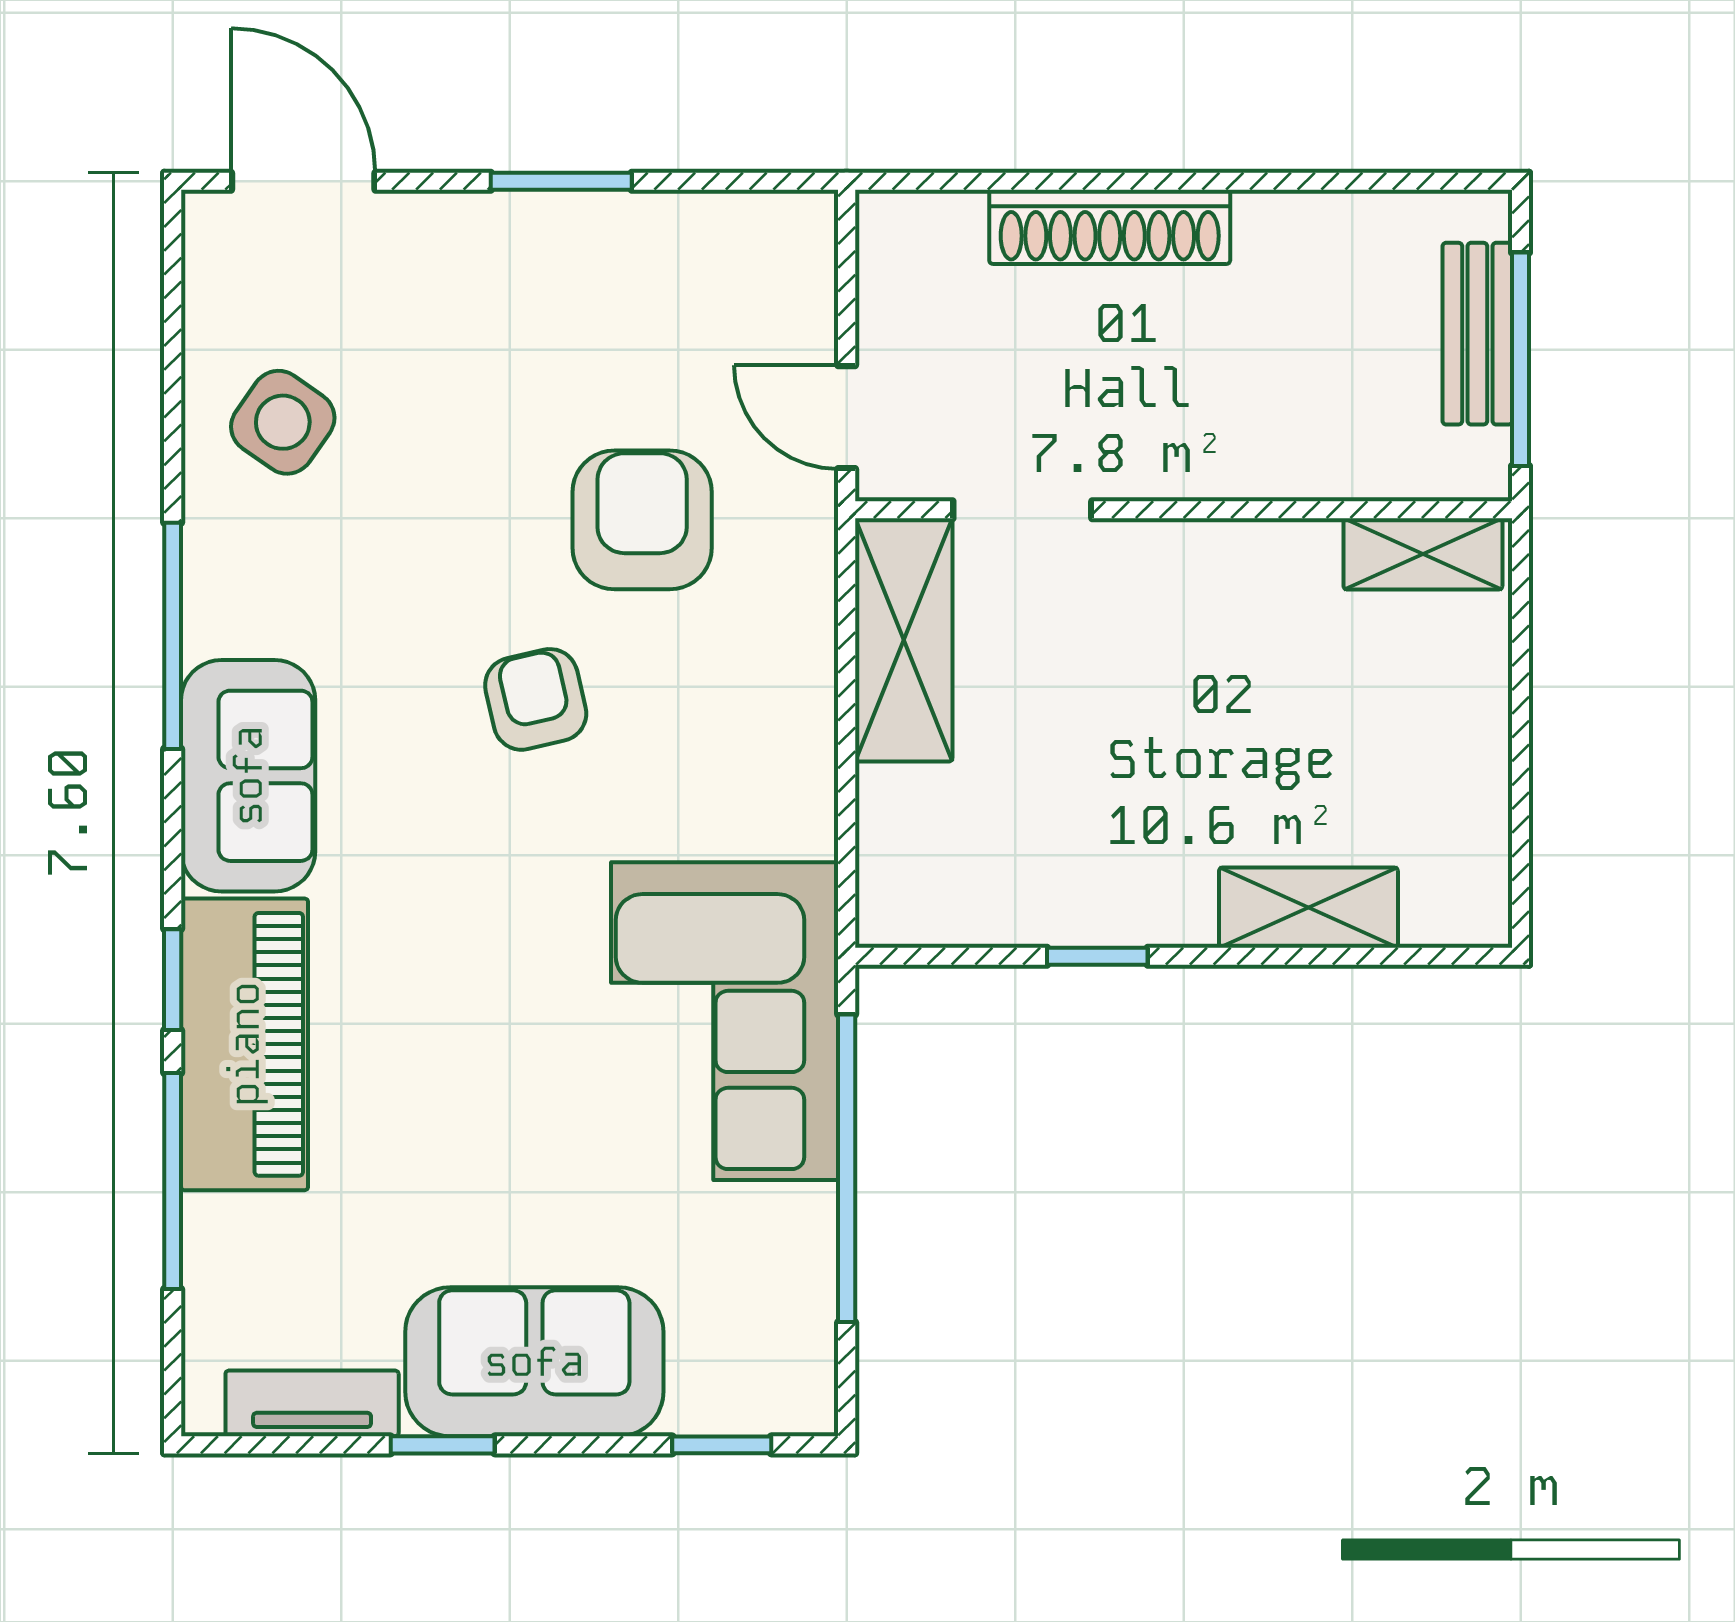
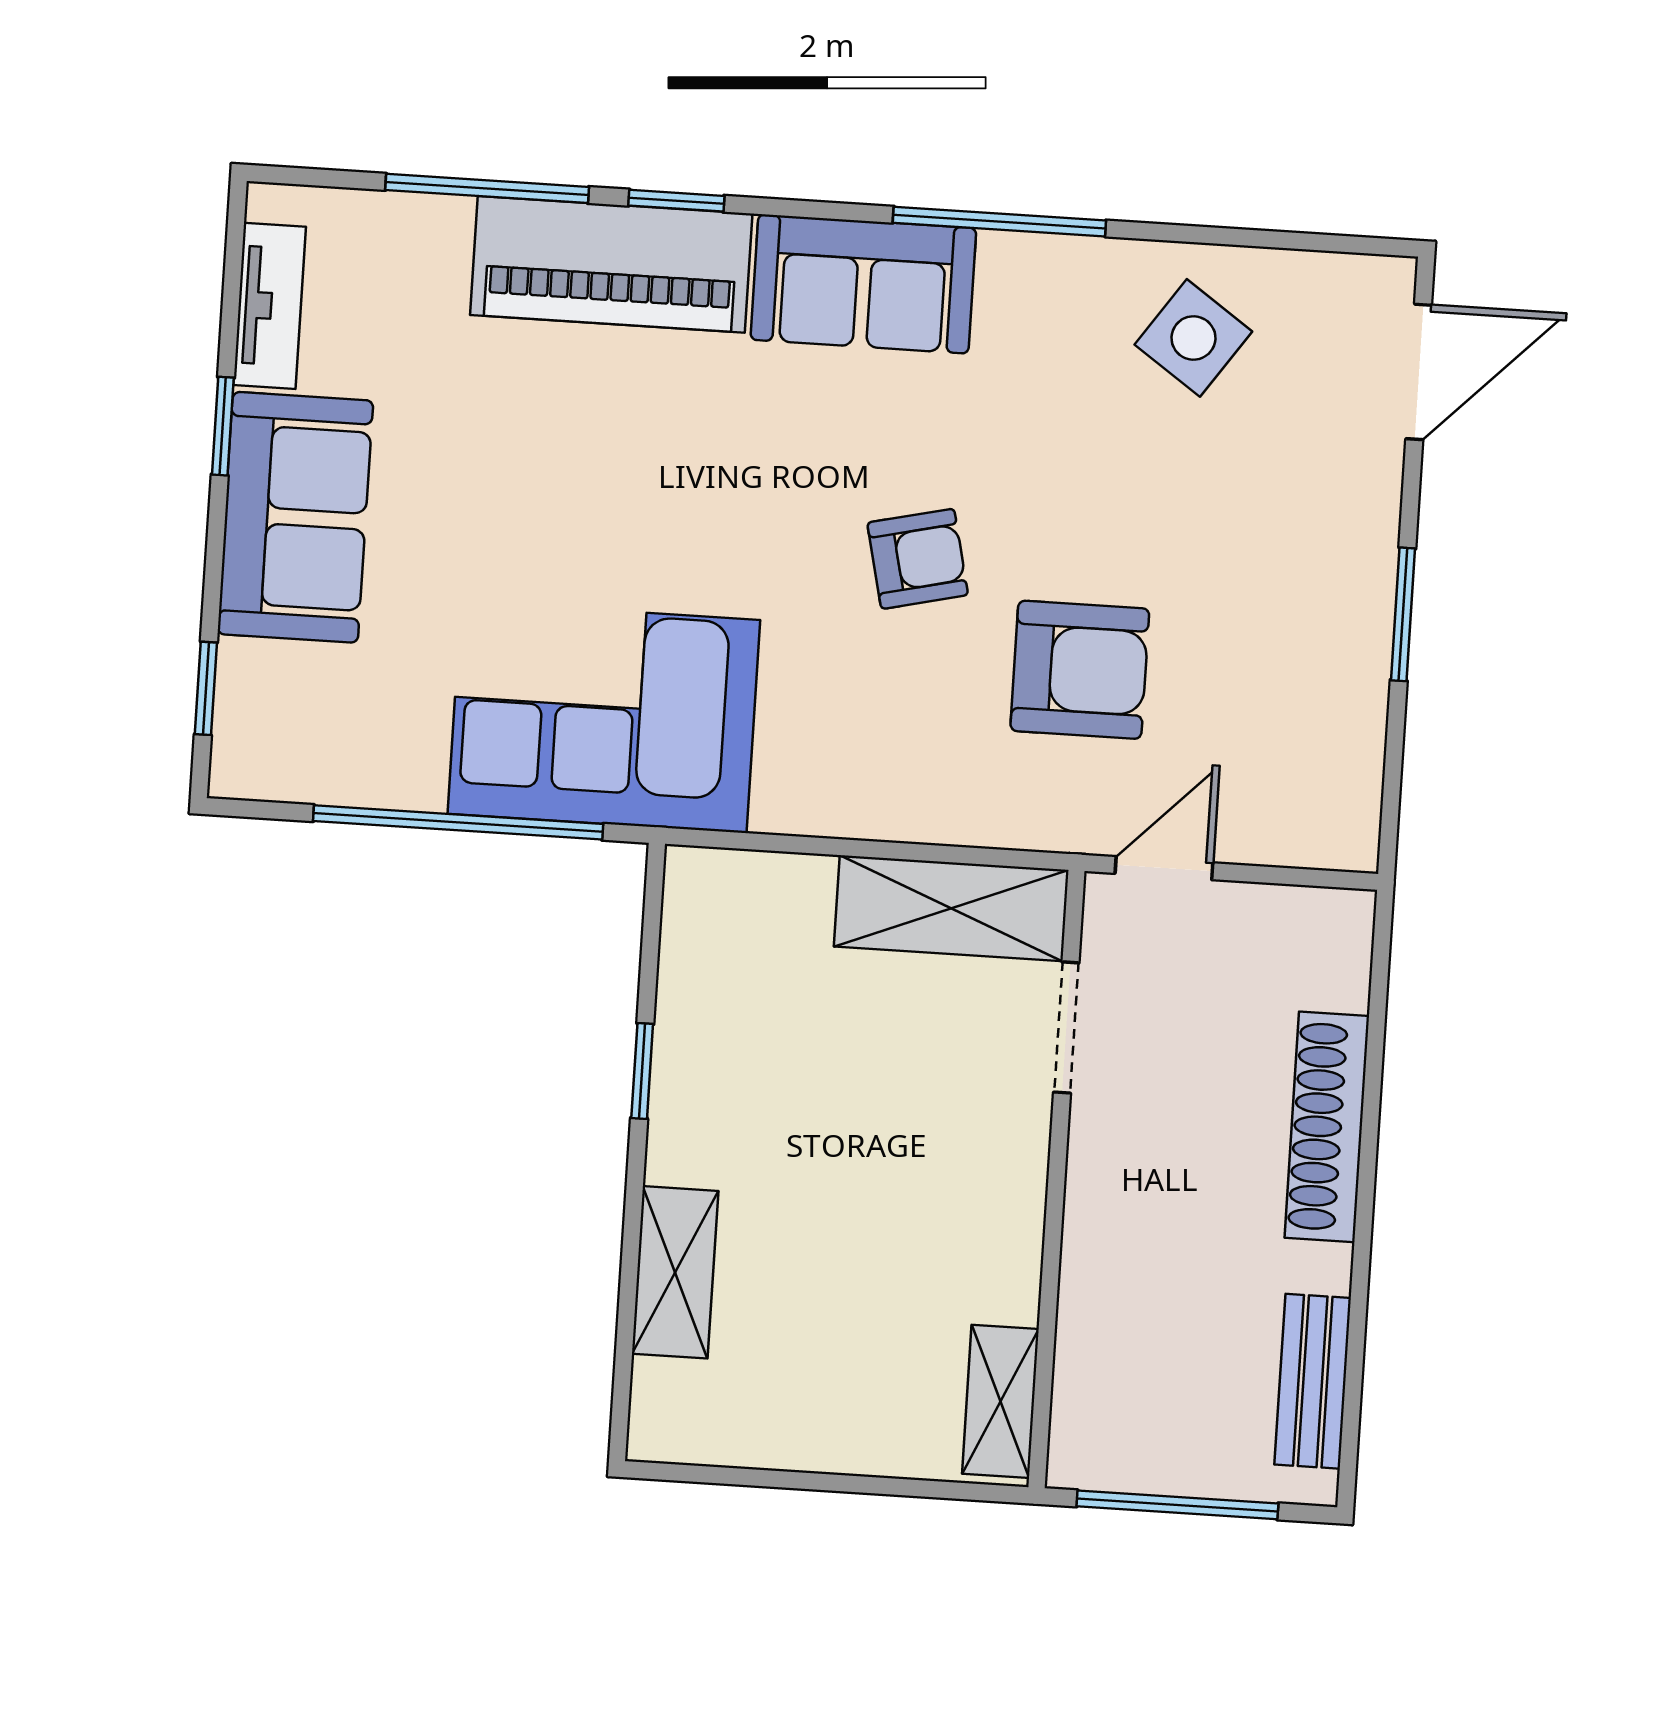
bench: (1477, 334) -> (1313, 1381), moved, turned 90

